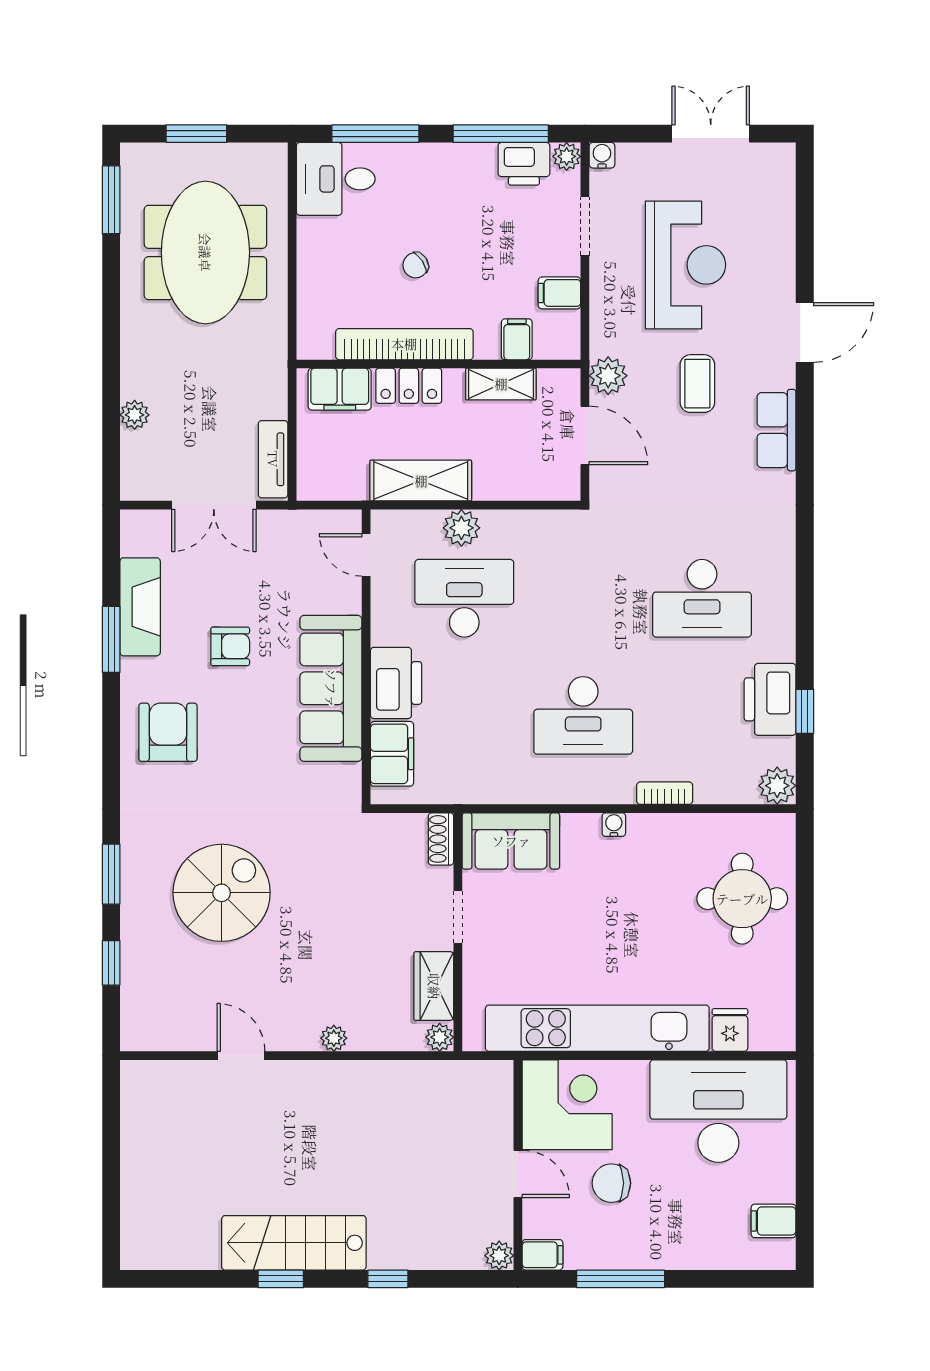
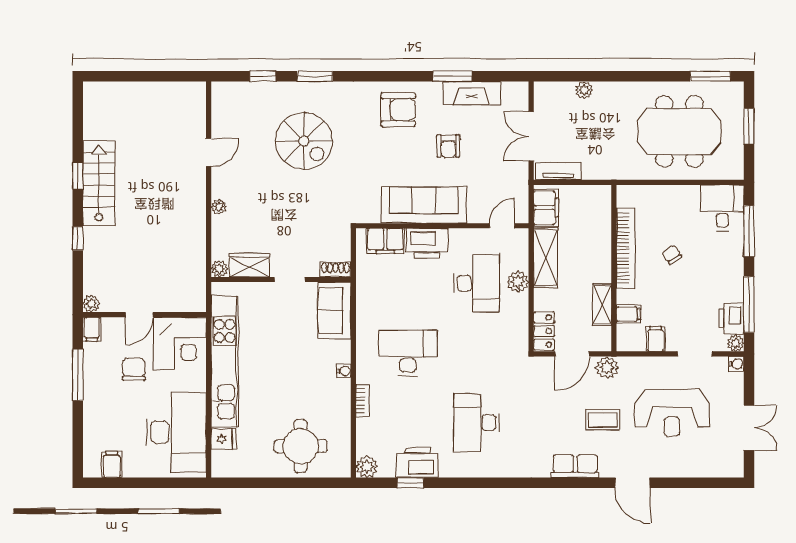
locker: (409, 386) -> (544, 331), moved, turned 180
filing cabinet: (340, 389) -> (546, 208), moved, turned 180
desk: (583, 715) -> (408, 353), turned 90

